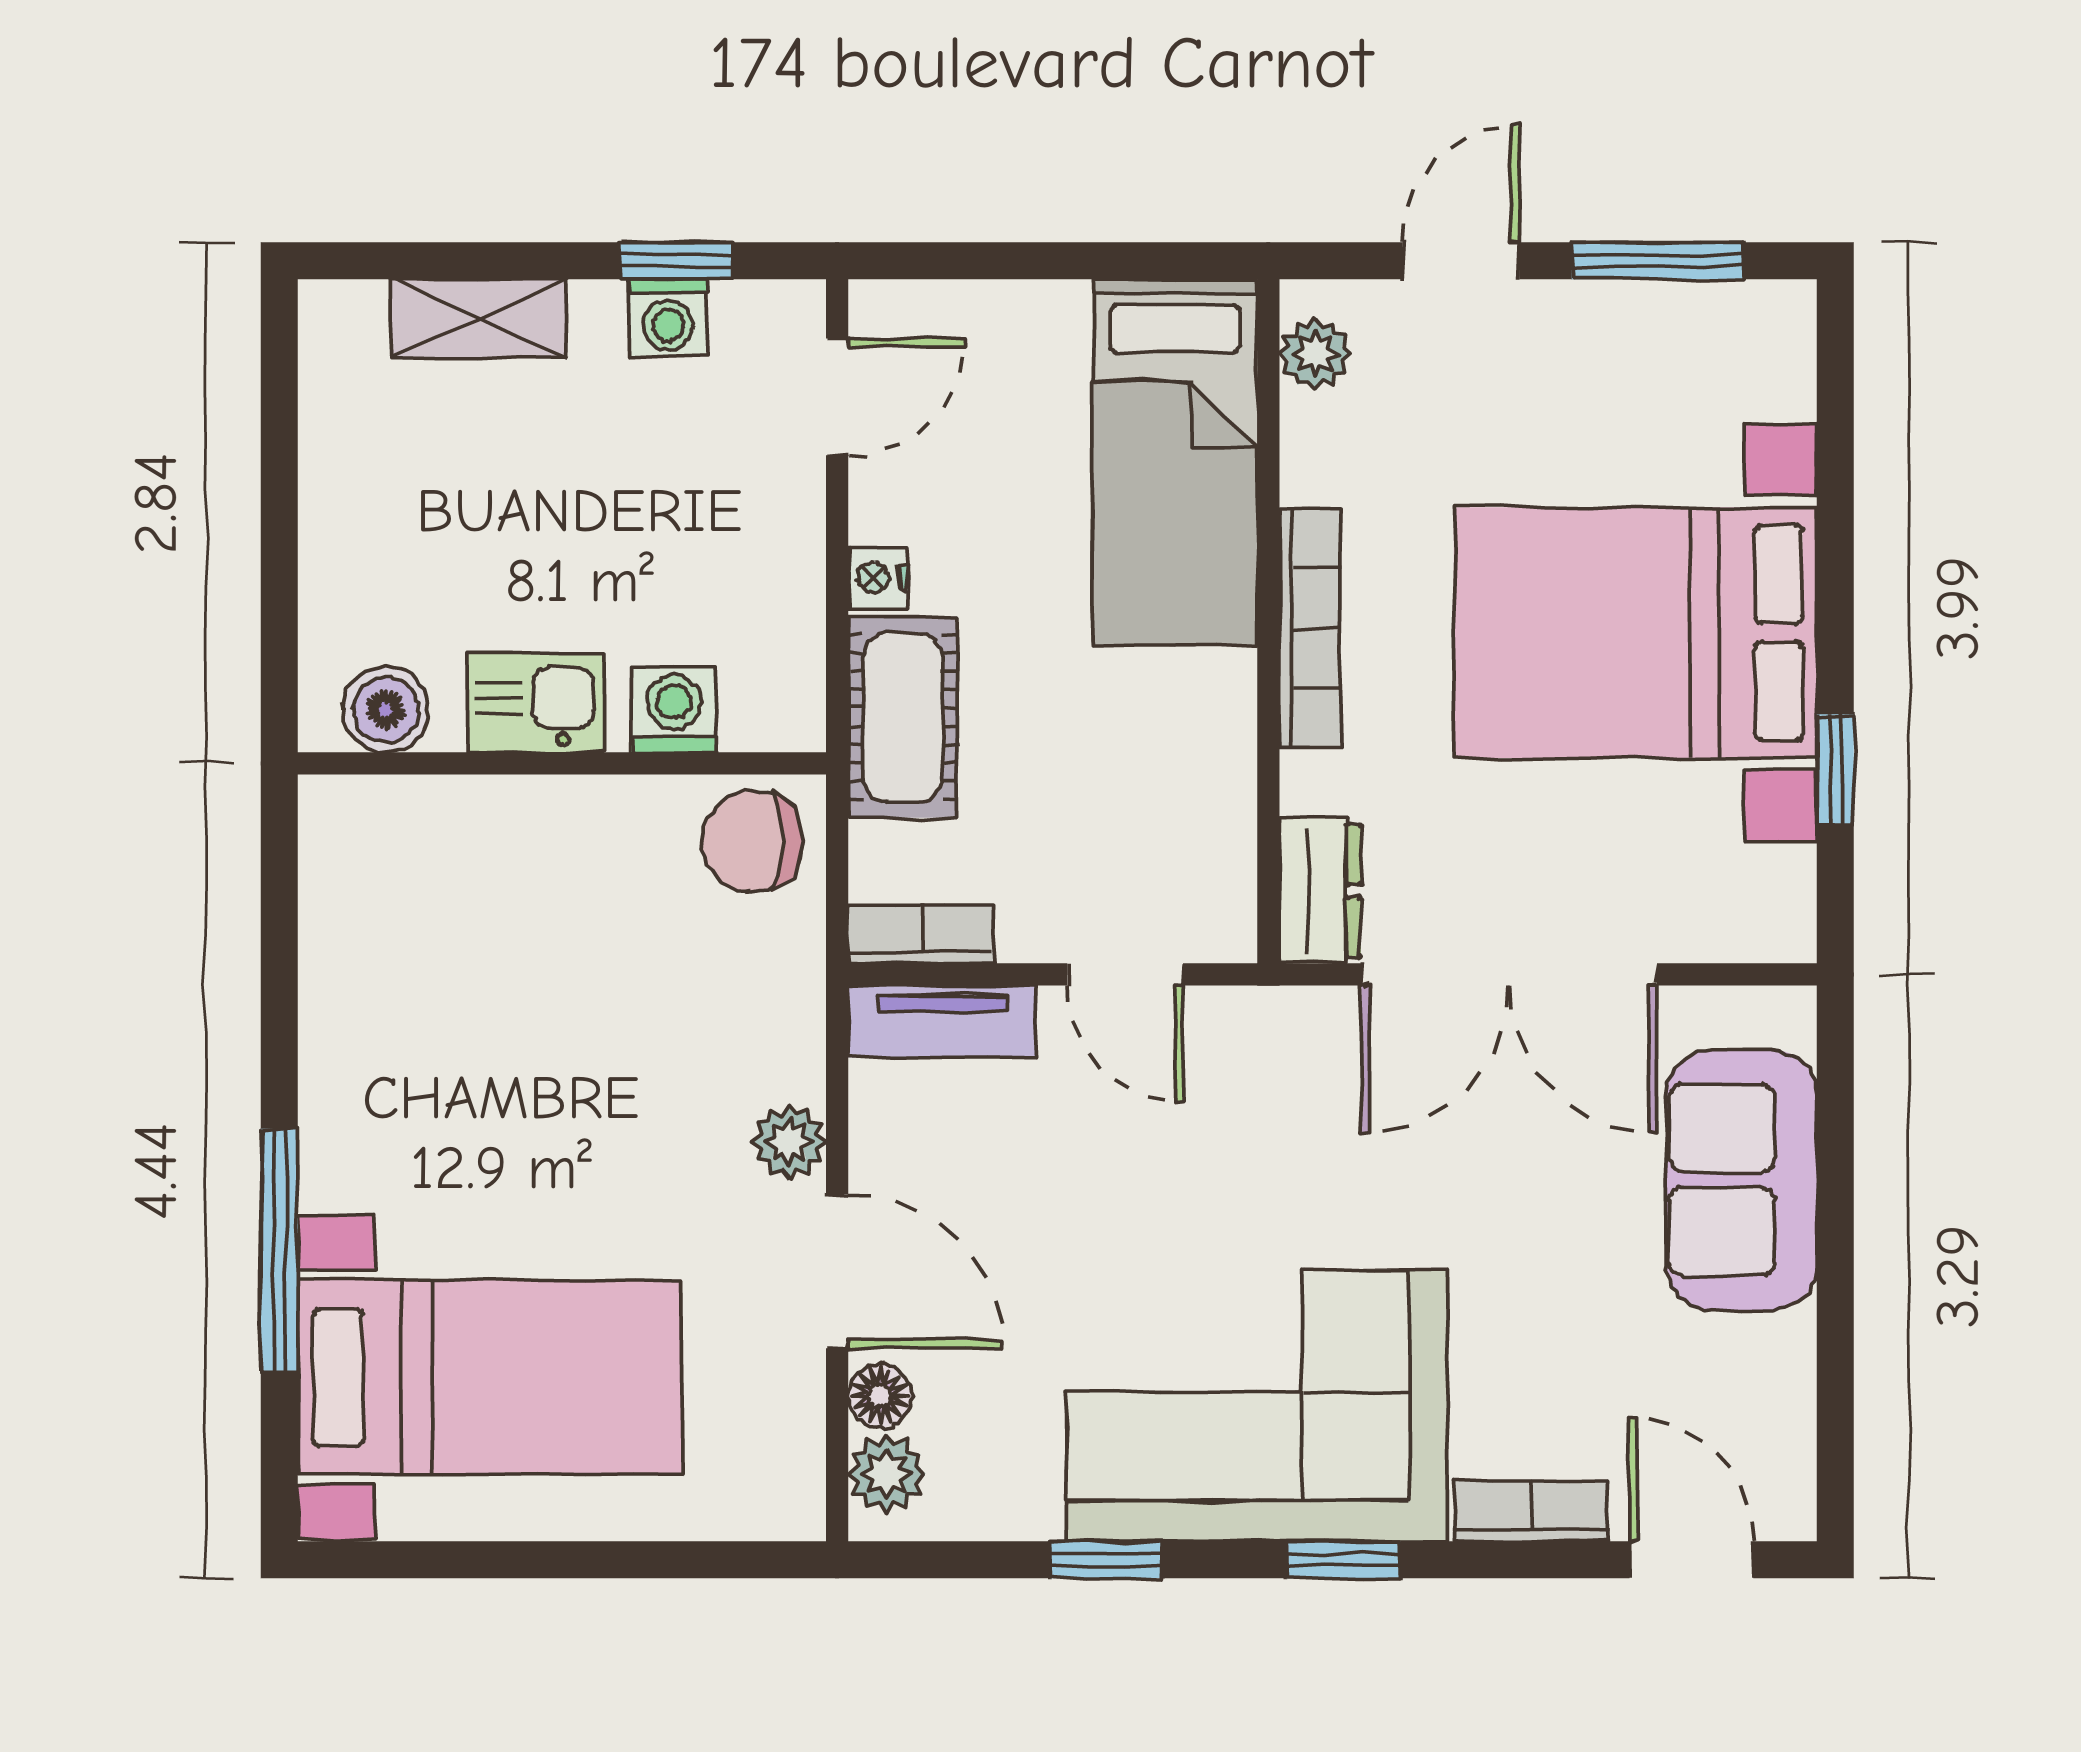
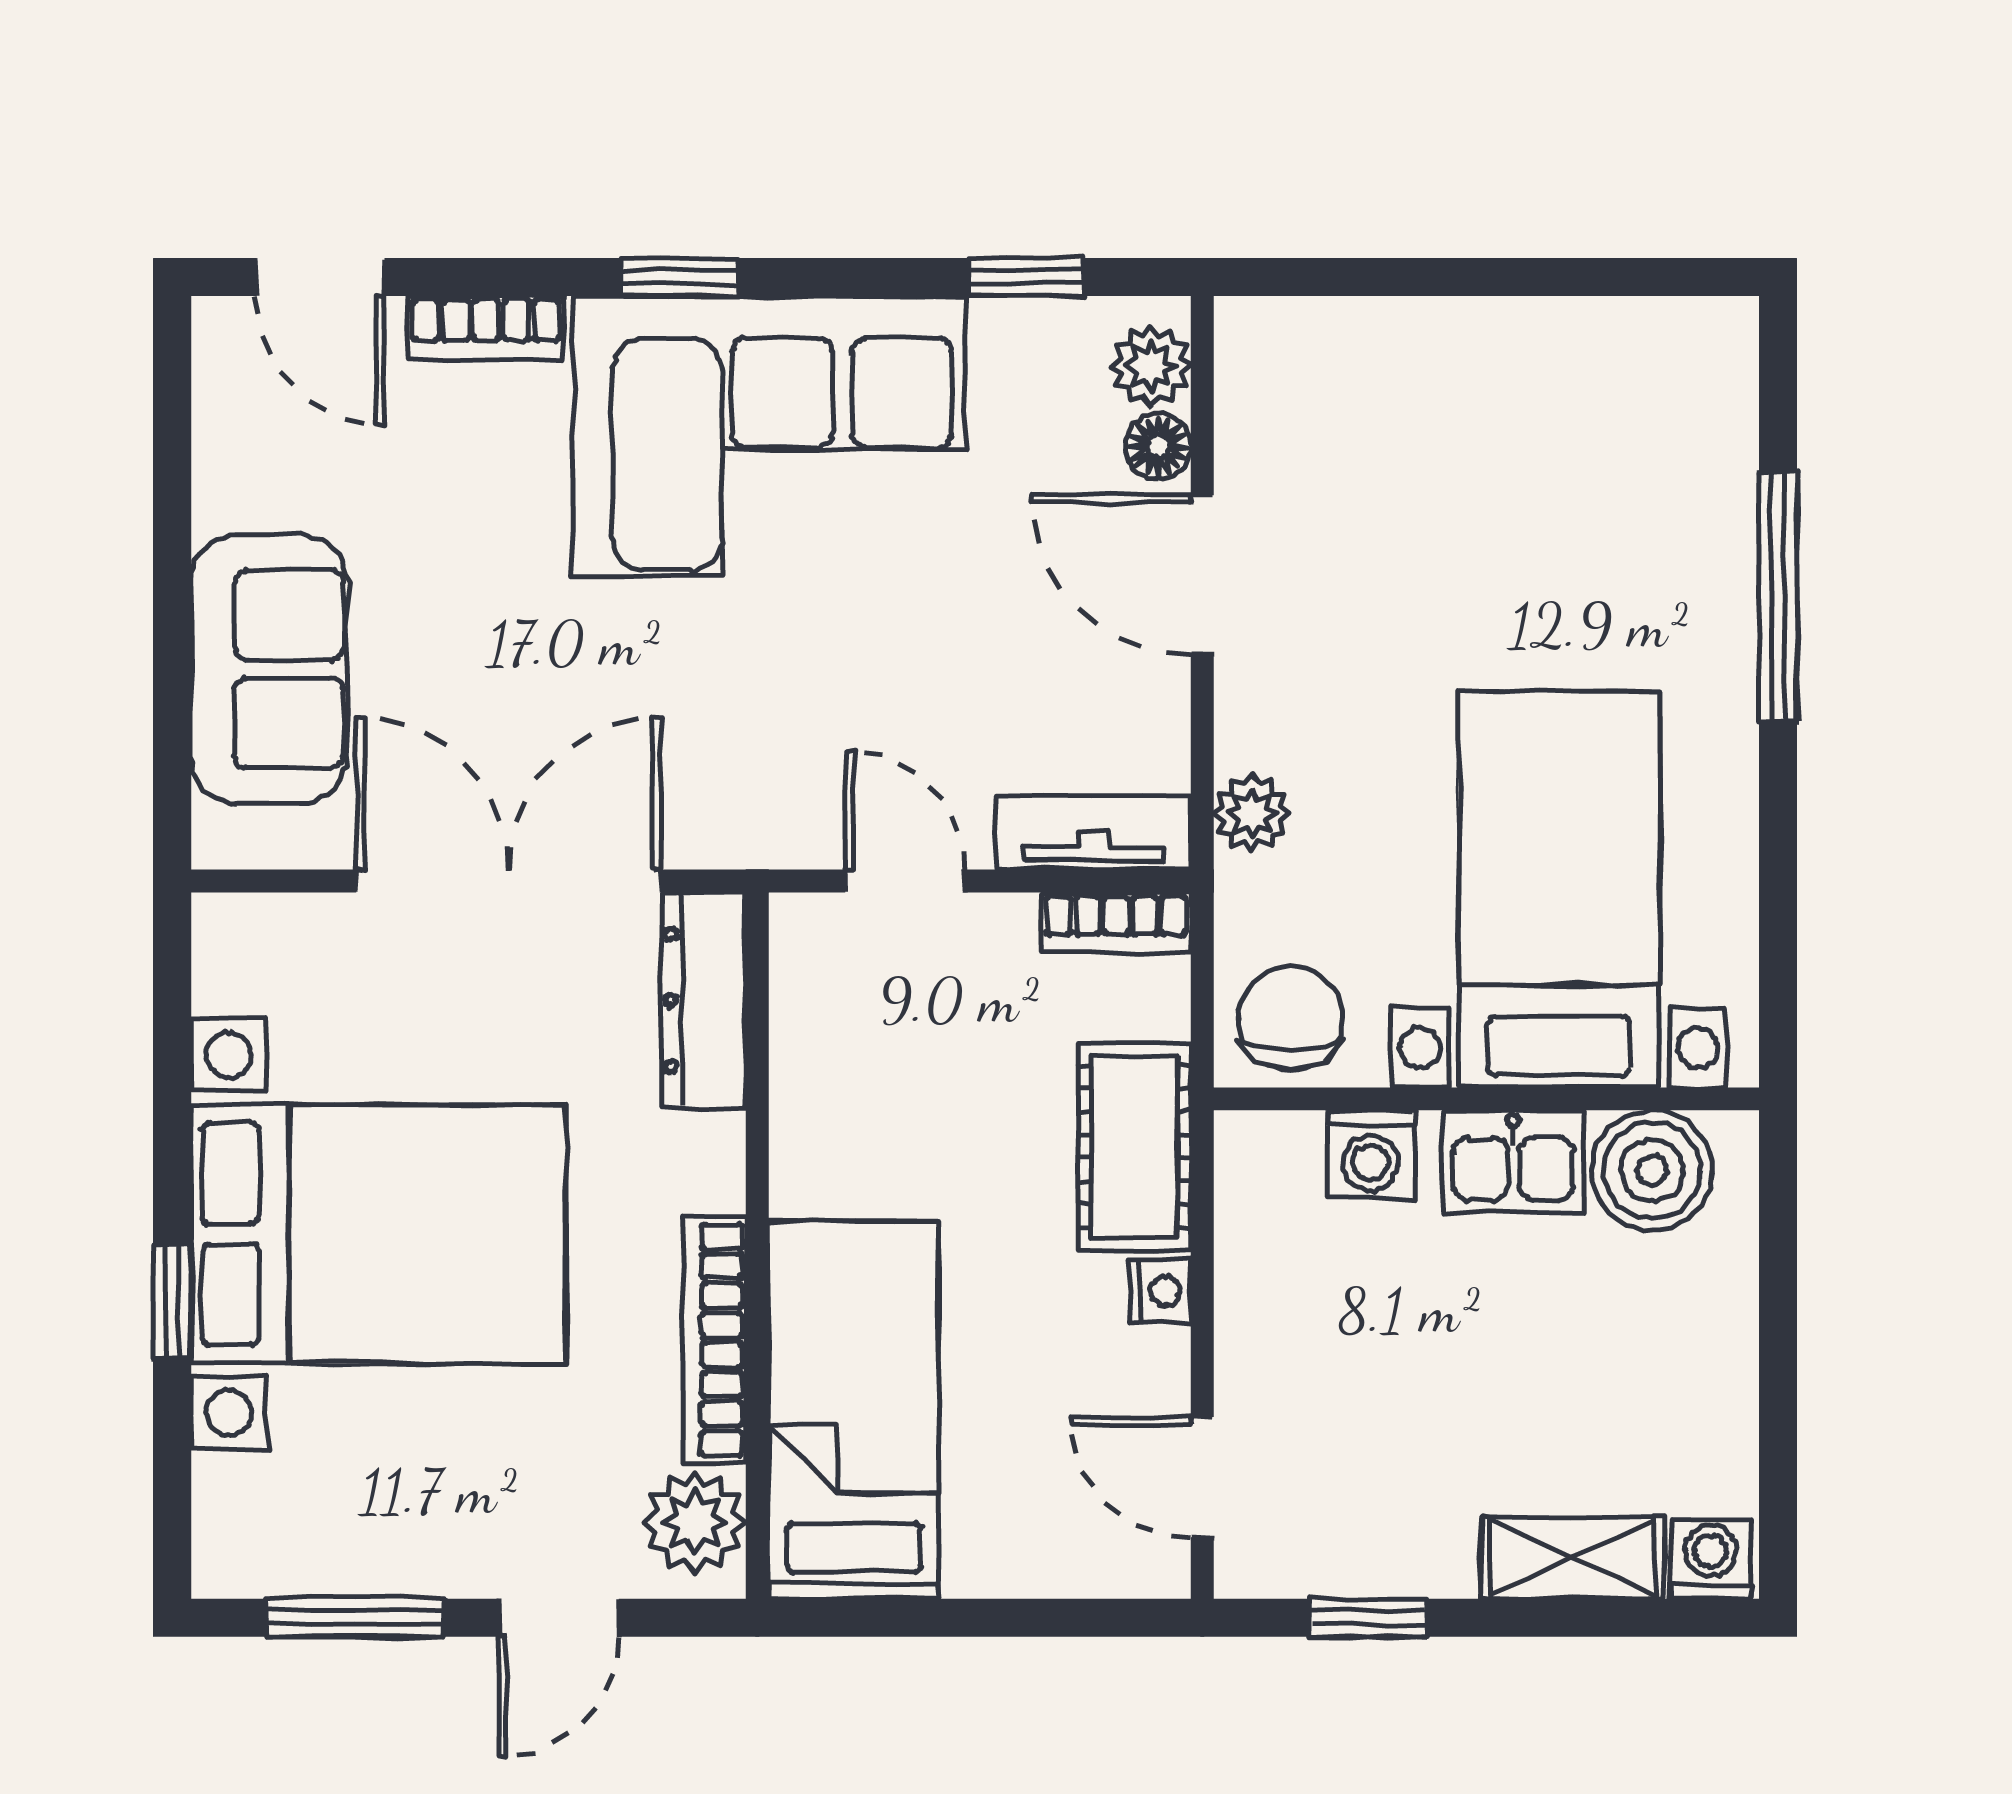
washing machine: (668, 318) -> (1711, 1559), moved
plant: (1315, 354) -> (695, 1522), width x1.38, depth x1.38
door: (837, 397) -> (1202, 1477), hinge flipped
bookcase: (1310, 628) -> (714, 1340), moved
boiler: (386, 710) -> (1652, 1170), width x1.36, depth x1.36
window: (1835, 770) -> (172, 1301), moved
chair: (752, 842) -> (1290, 1018), turned -90
dresser: (1320, 891) -> (704, 1000), width x1.44
plant: (789, 1142) -> (1252, 814), moved
bed with nightstands: (490, 1377) -> (1559, 889), moved, turned 90
window: (1106, 1560) -> (1027, 277), moved

